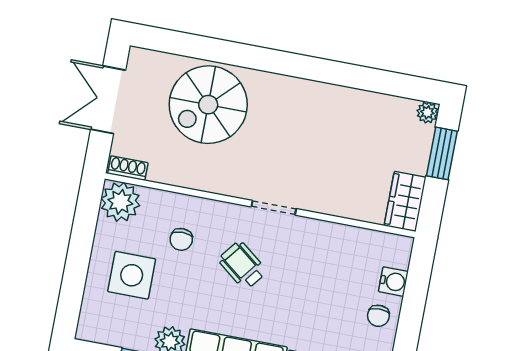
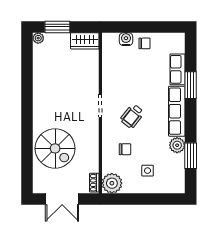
side table: (132, 275) -> (148, 171), width x0.54, depth x0.54

